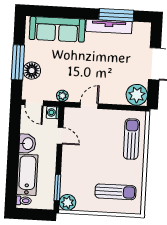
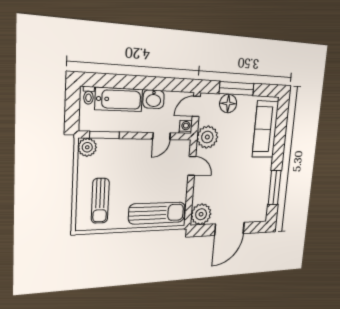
tv unit: (109, 26) -> (265, 181), removed
plant: (62, 96) -> (207, 137), width x1.88, depth x1.88
sun lounger: (131, 139) -> (157, 213), width x1.36, depth x1.34

